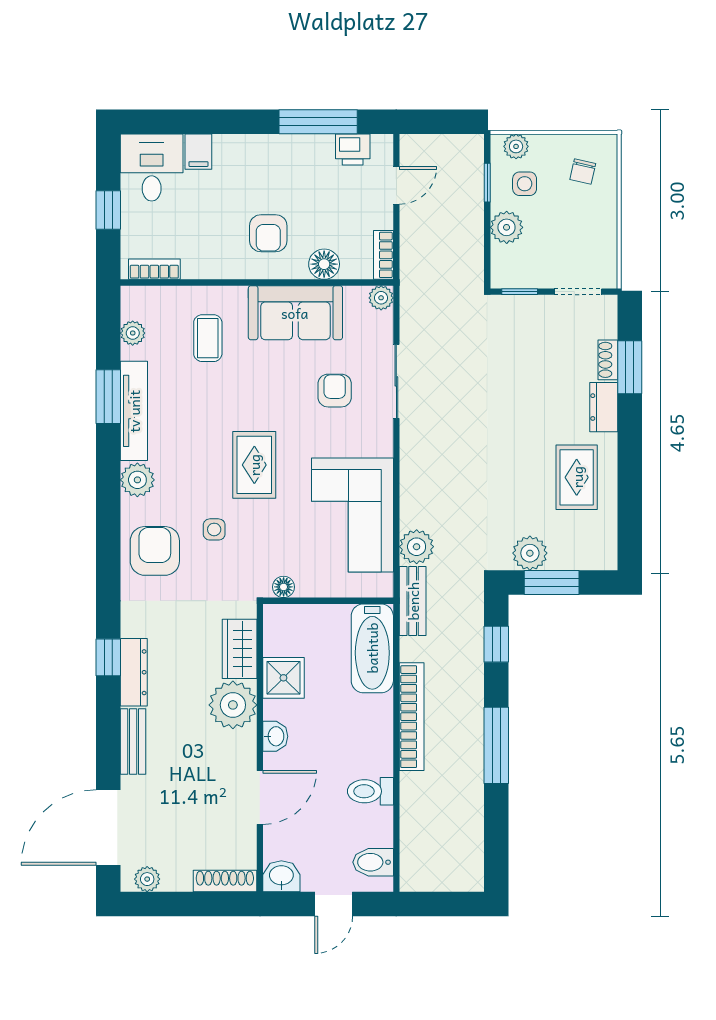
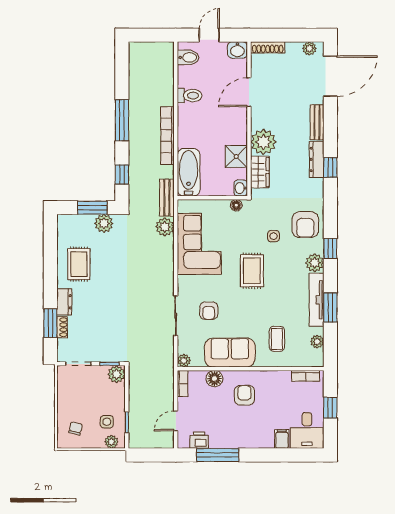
plant: (507, 227) -> (116, 374), moved
window: (108, 506) -> (330, 249), added
washbasin: (275, 736) -> (241, 188), moved

